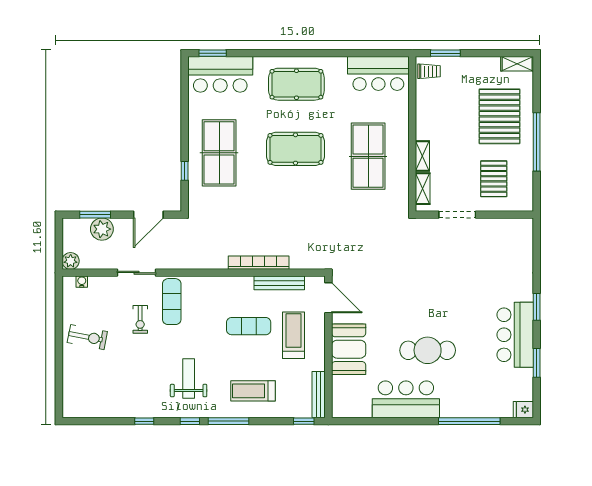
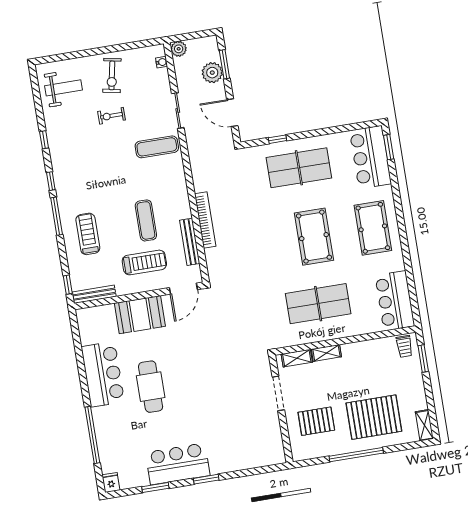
exercise bike: (140, 319) -> (112, 116), moved
weight bench: (189, 379) -> (64, 88), moved

